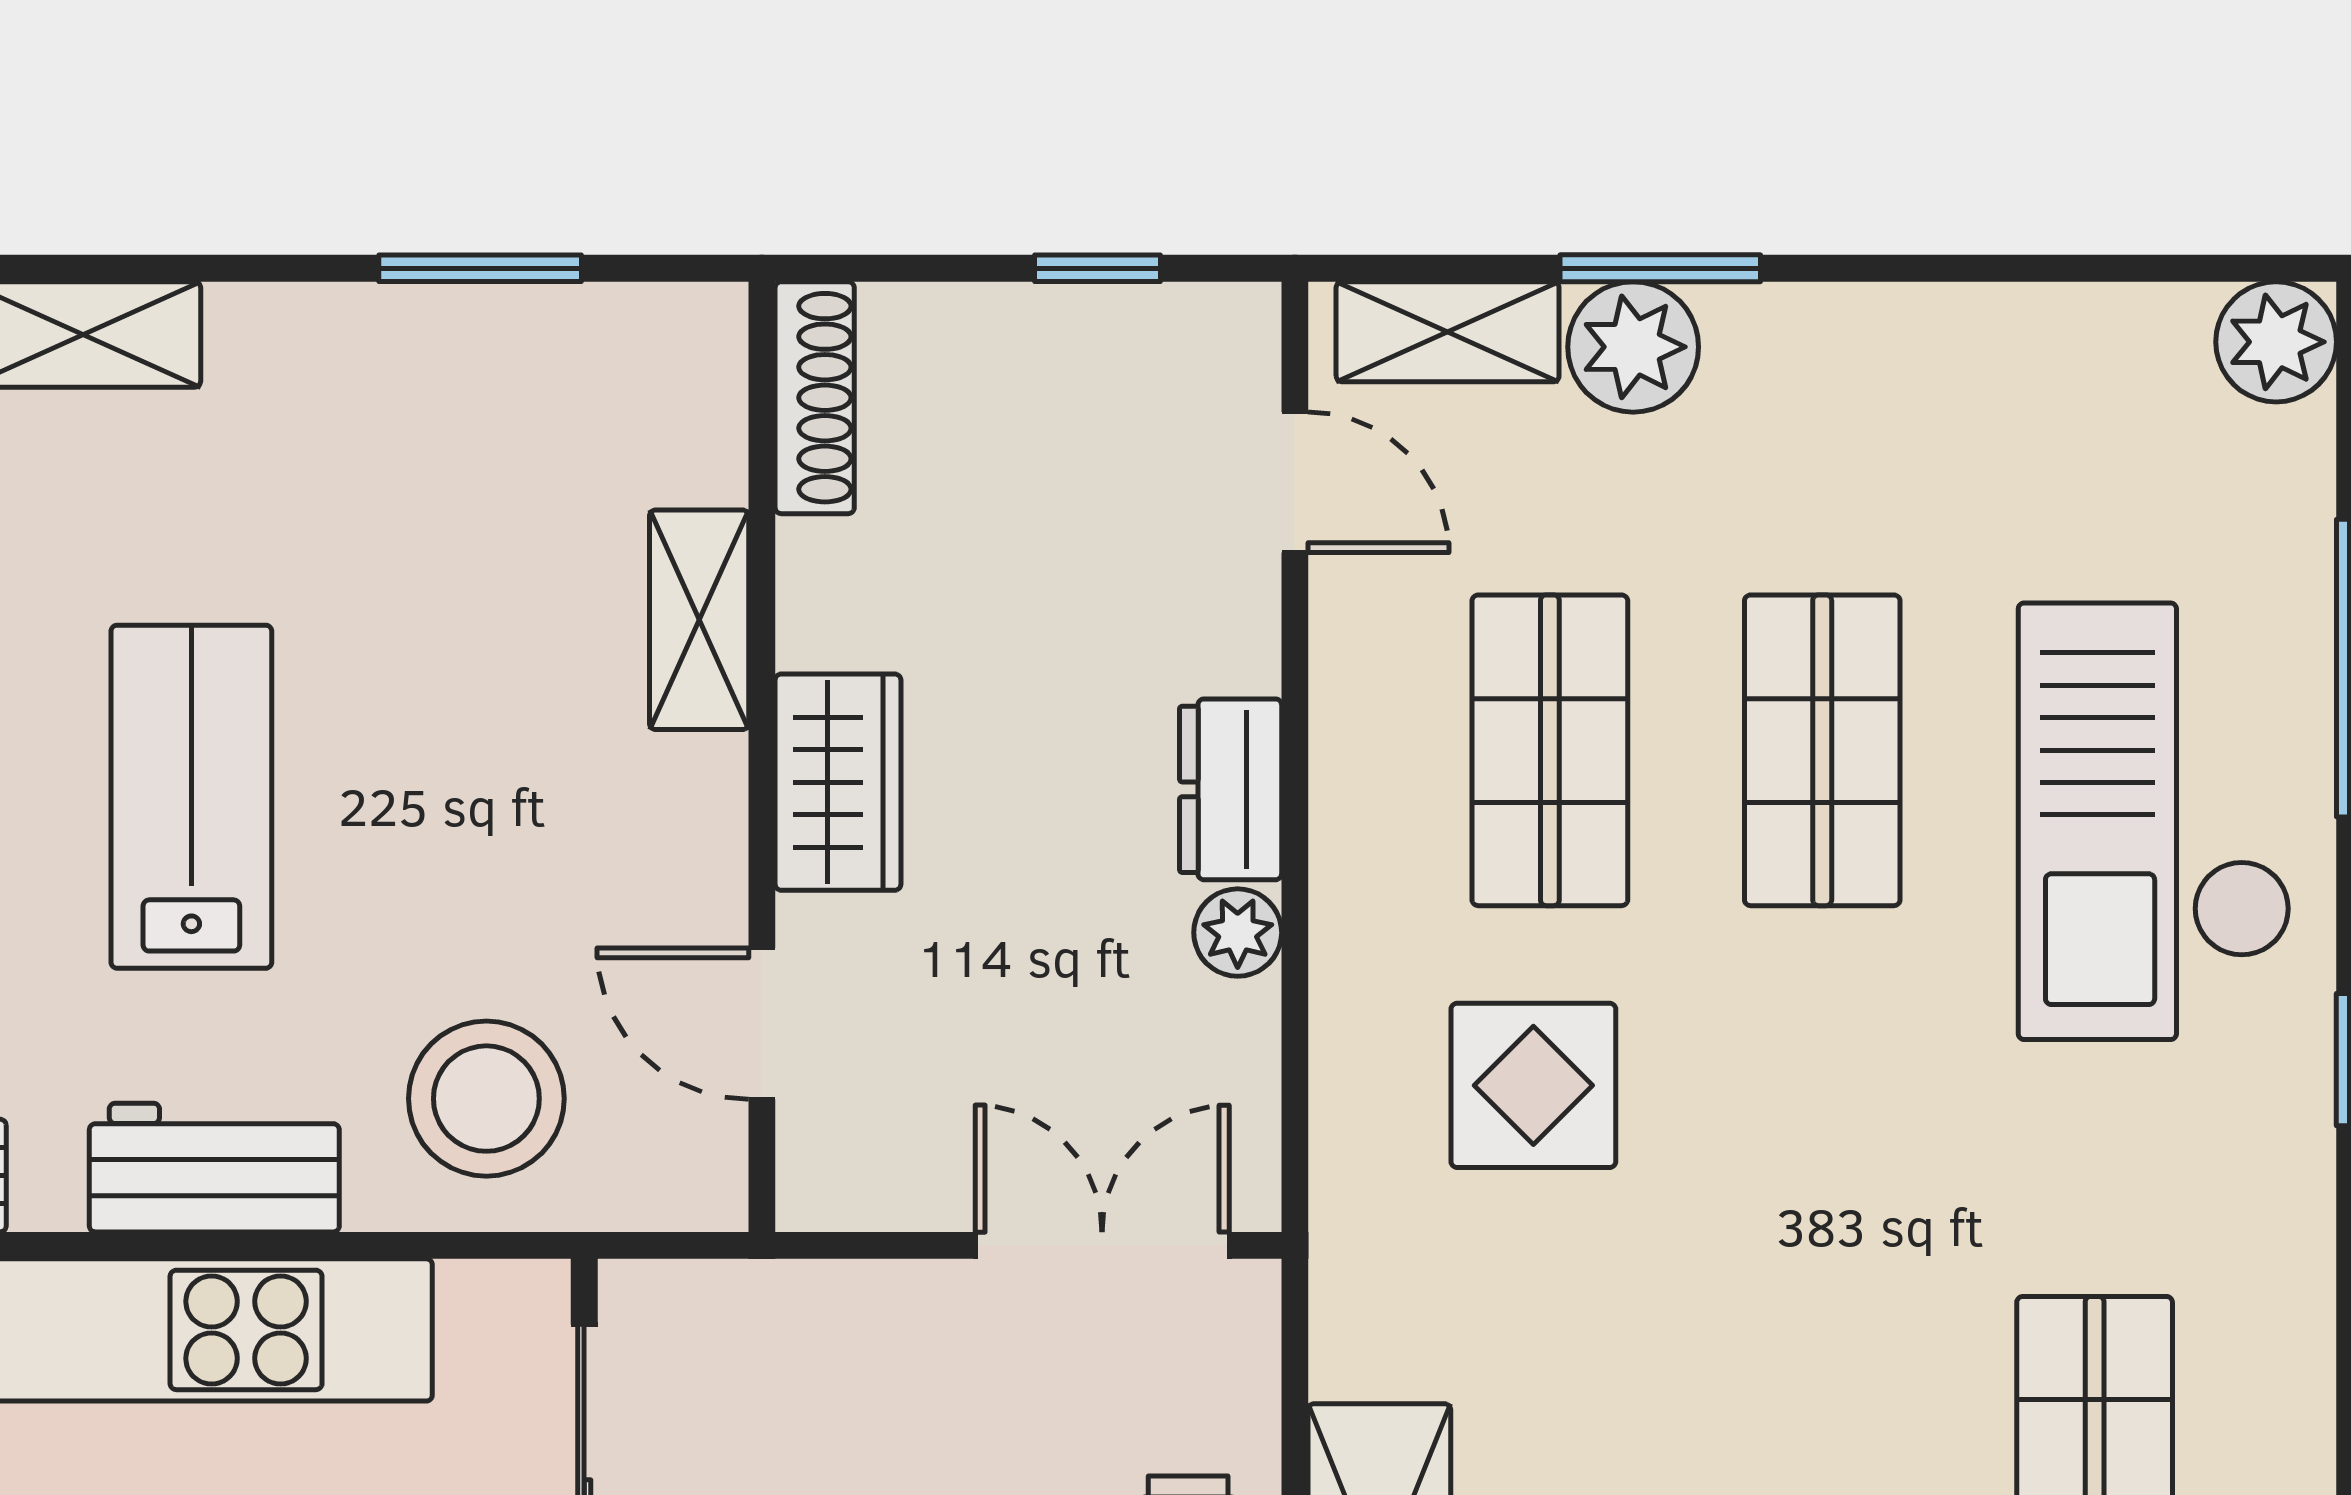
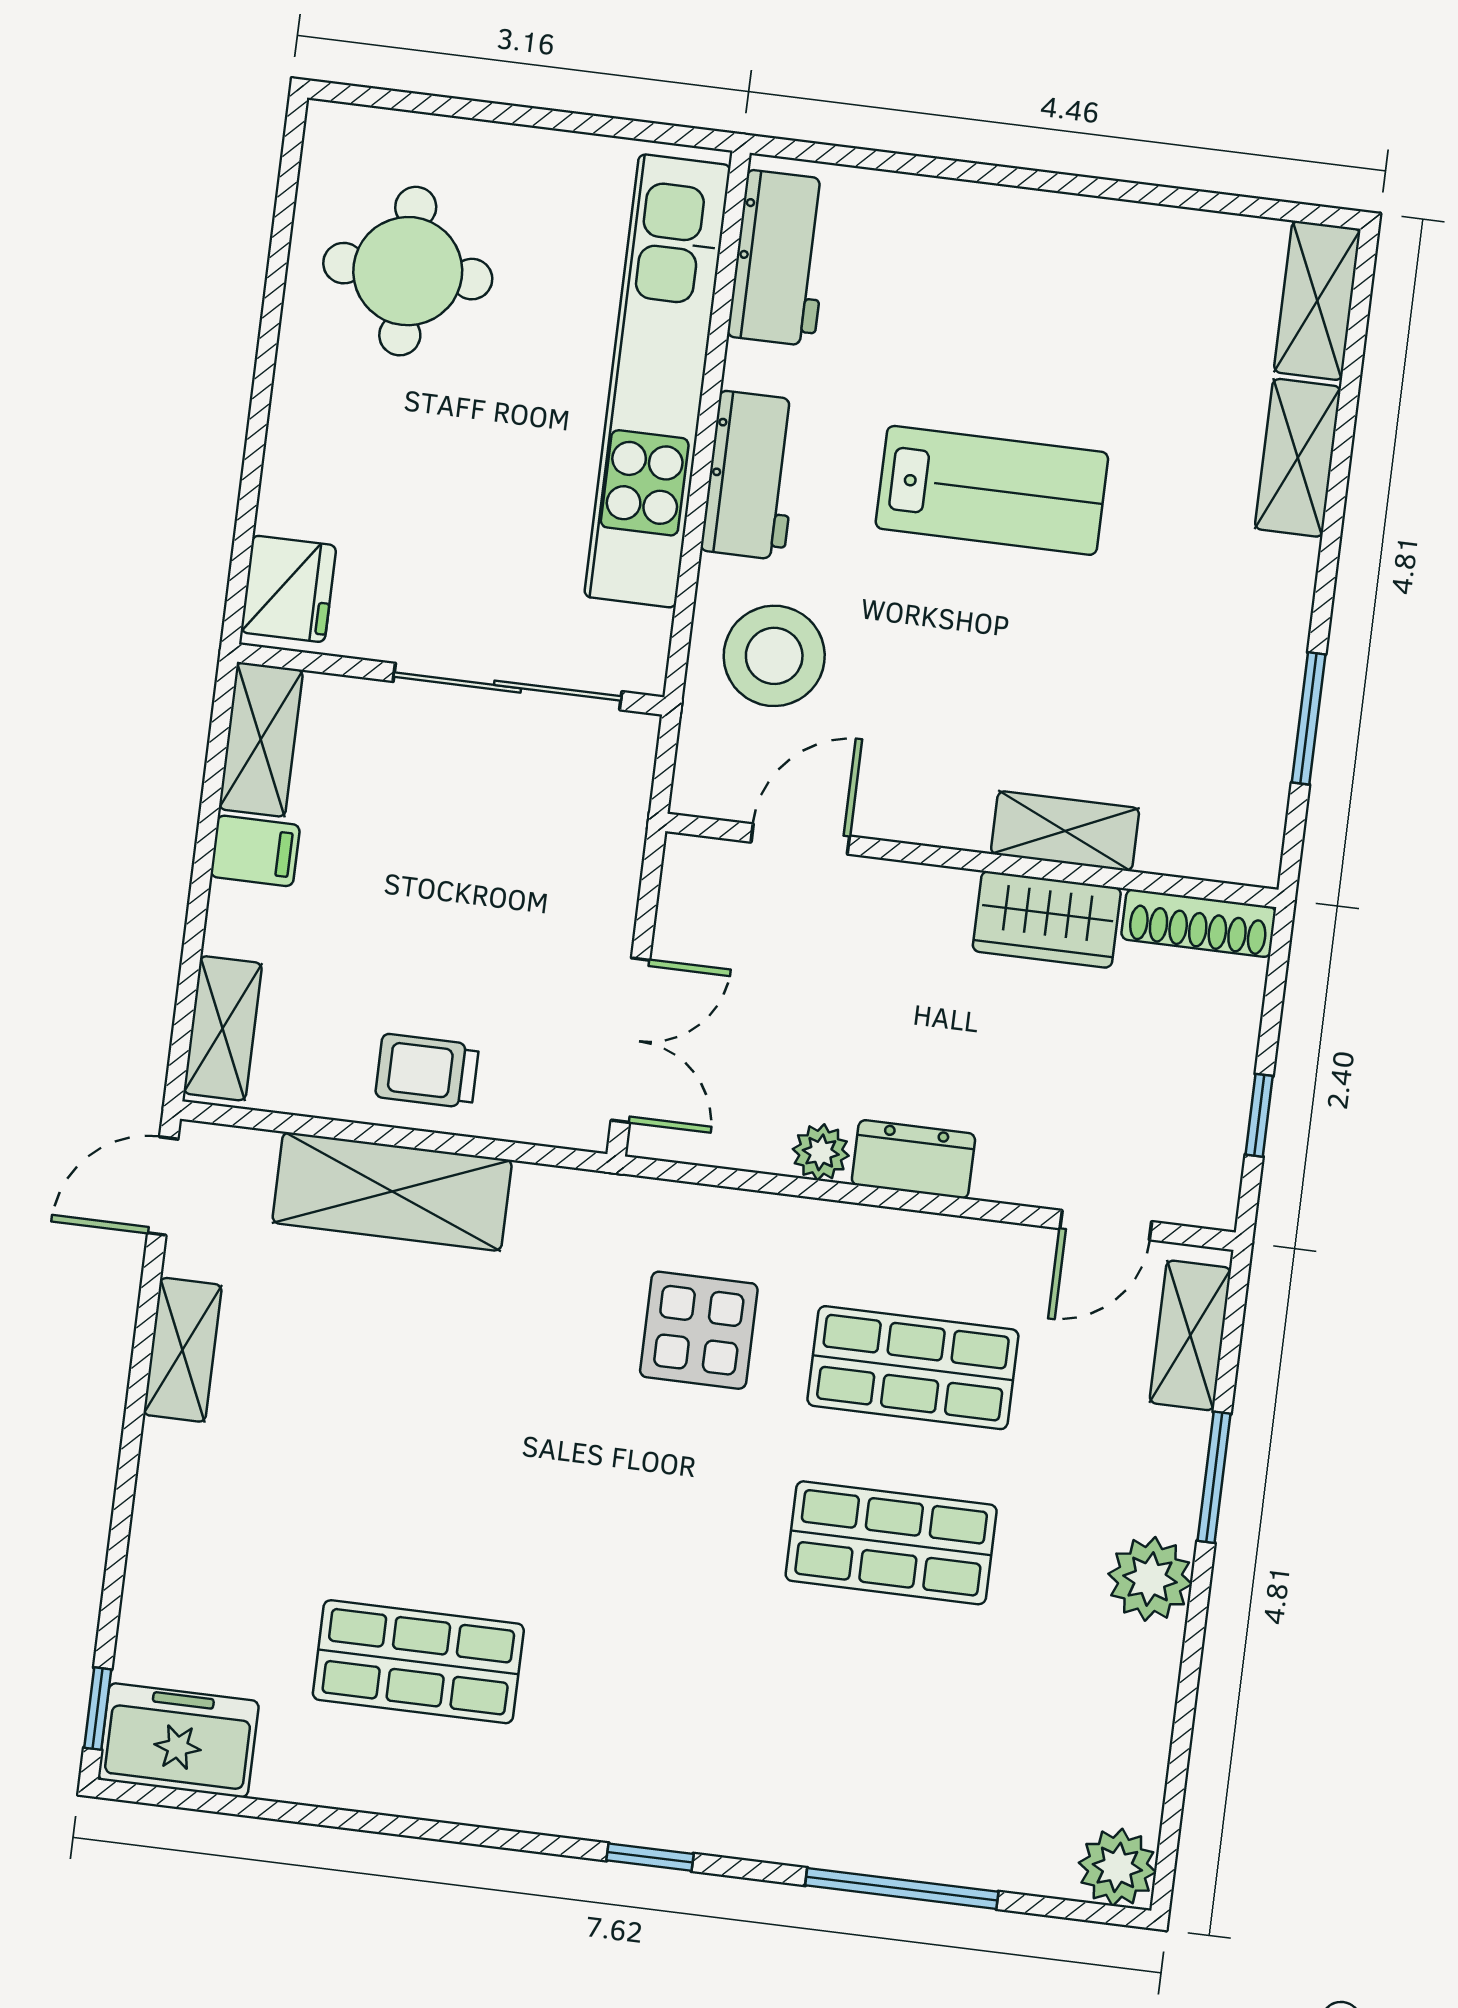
plant: (1633, 347) -> (1150, 1579), moved
wardrobe: (838, 782) -> (1047, 919), moved
checkout: (2155, 821) -> (819, 1751), removed

